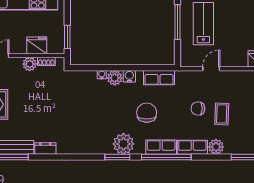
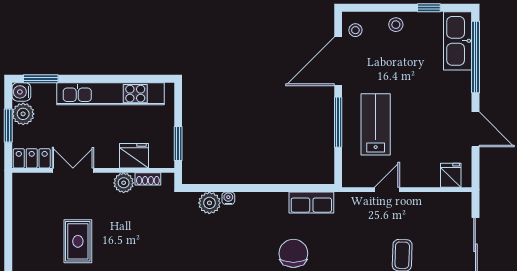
water cooler: (129, 76) -> (268, 201), removed
plant: (115, 78) -> (209, 203), moved
chair: (198, 109) -> (368, 247), removed

